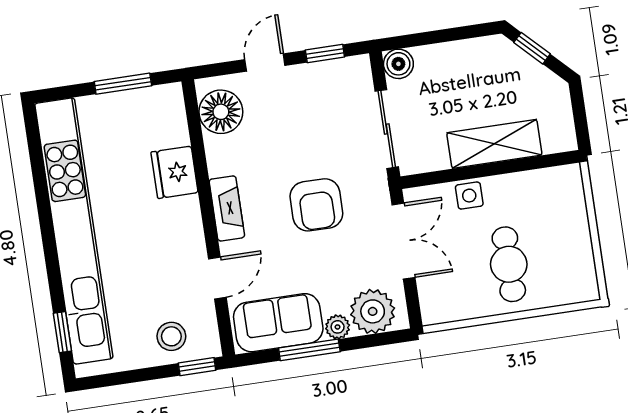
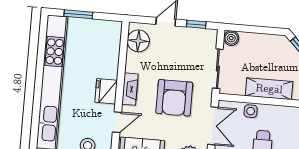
window: (123, 84) -> (78, 14), moved
fridge: (174, 172) -> (106, 91), moved
armchair: (316, 205) -> (174, 98), width x1.36, depth x1.36
window: (62, 332) -> (35, 131), removed

